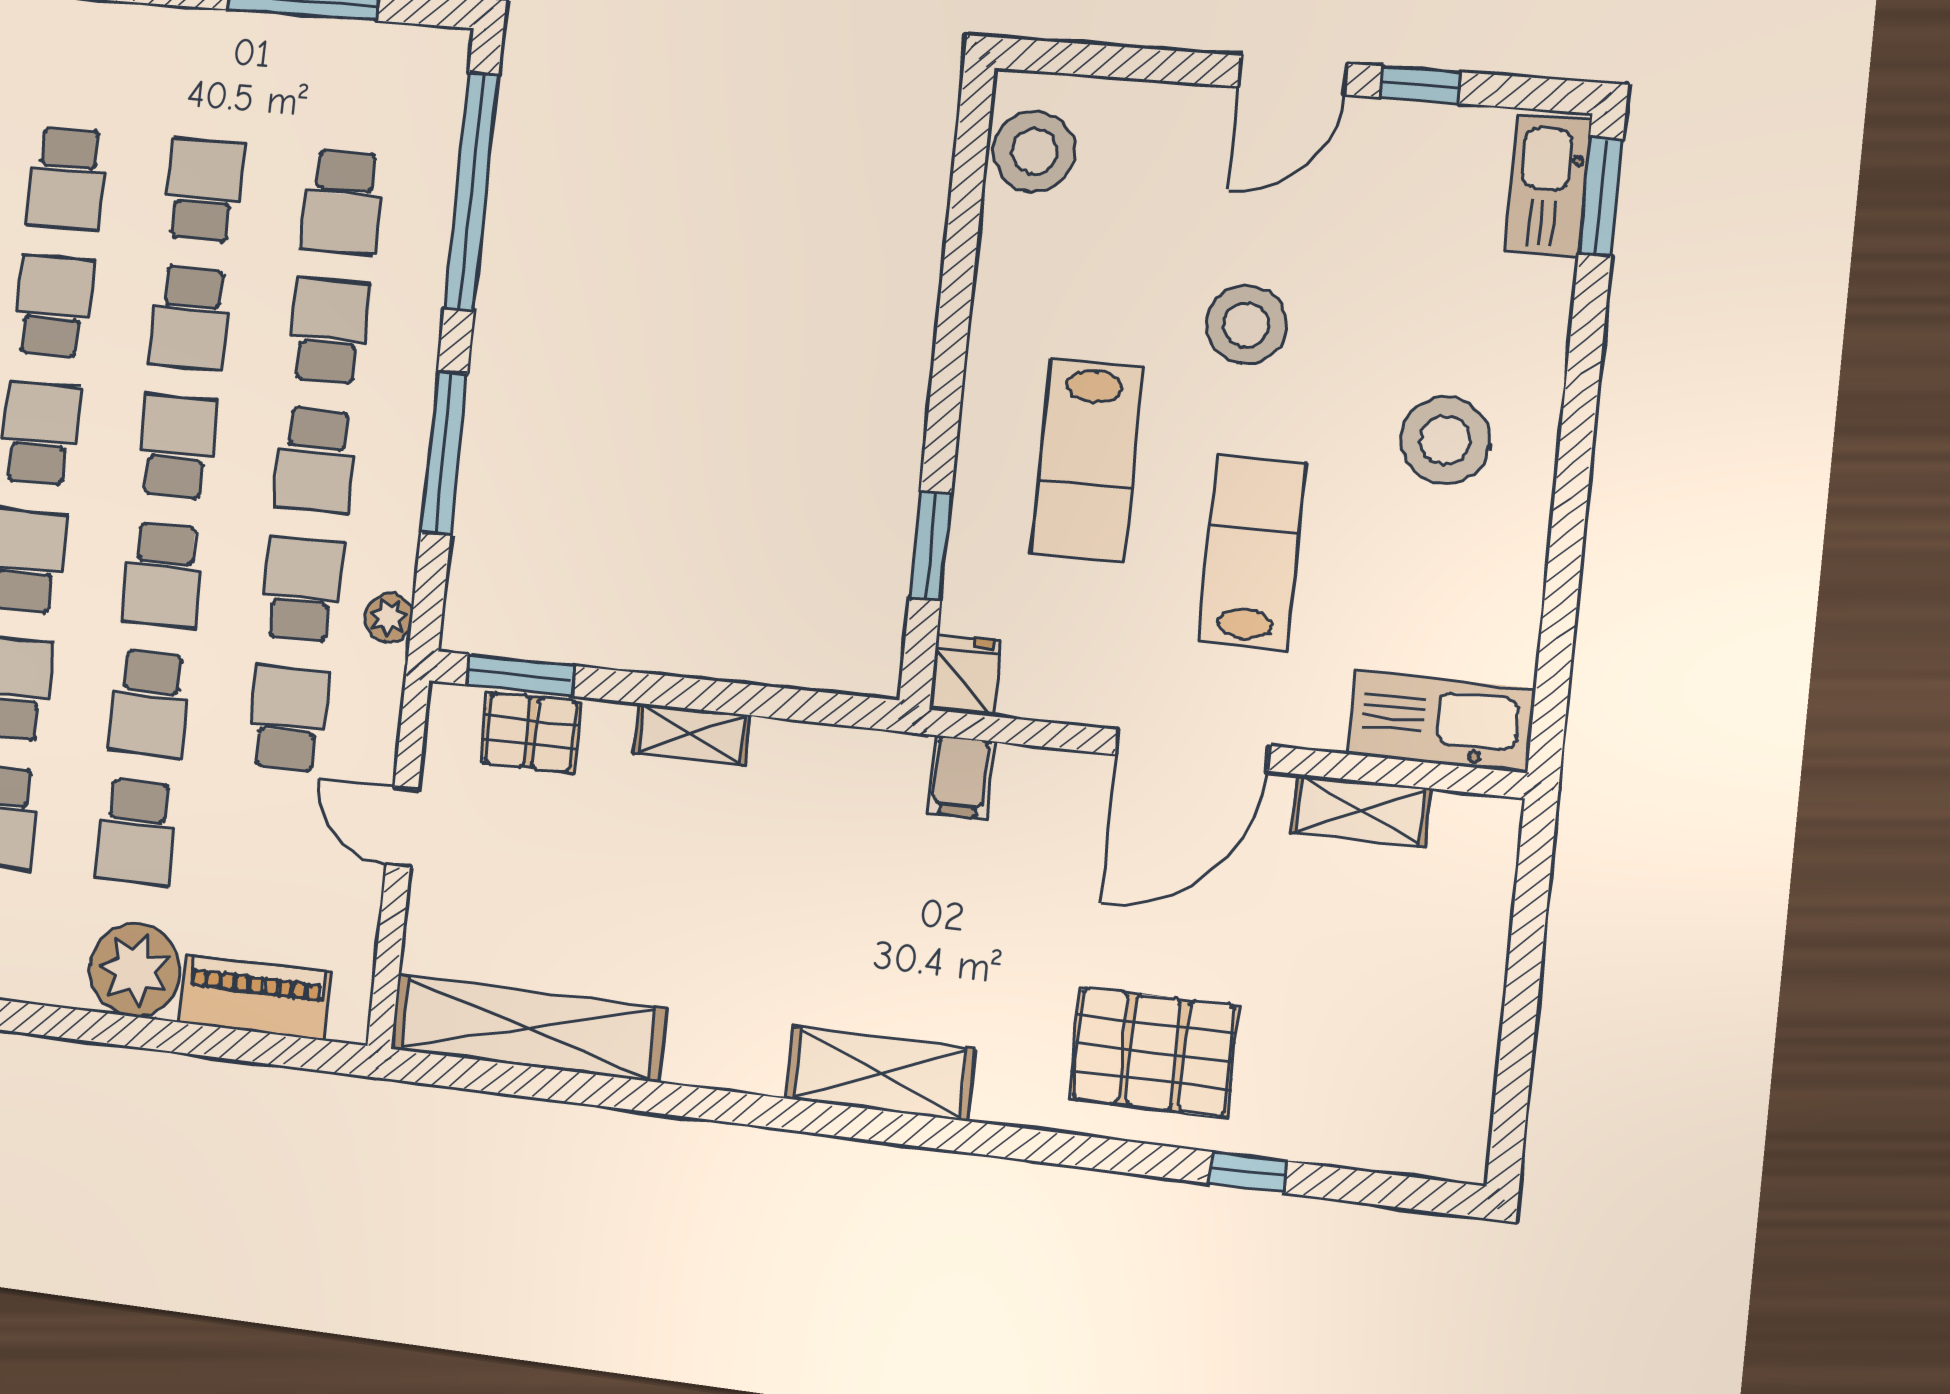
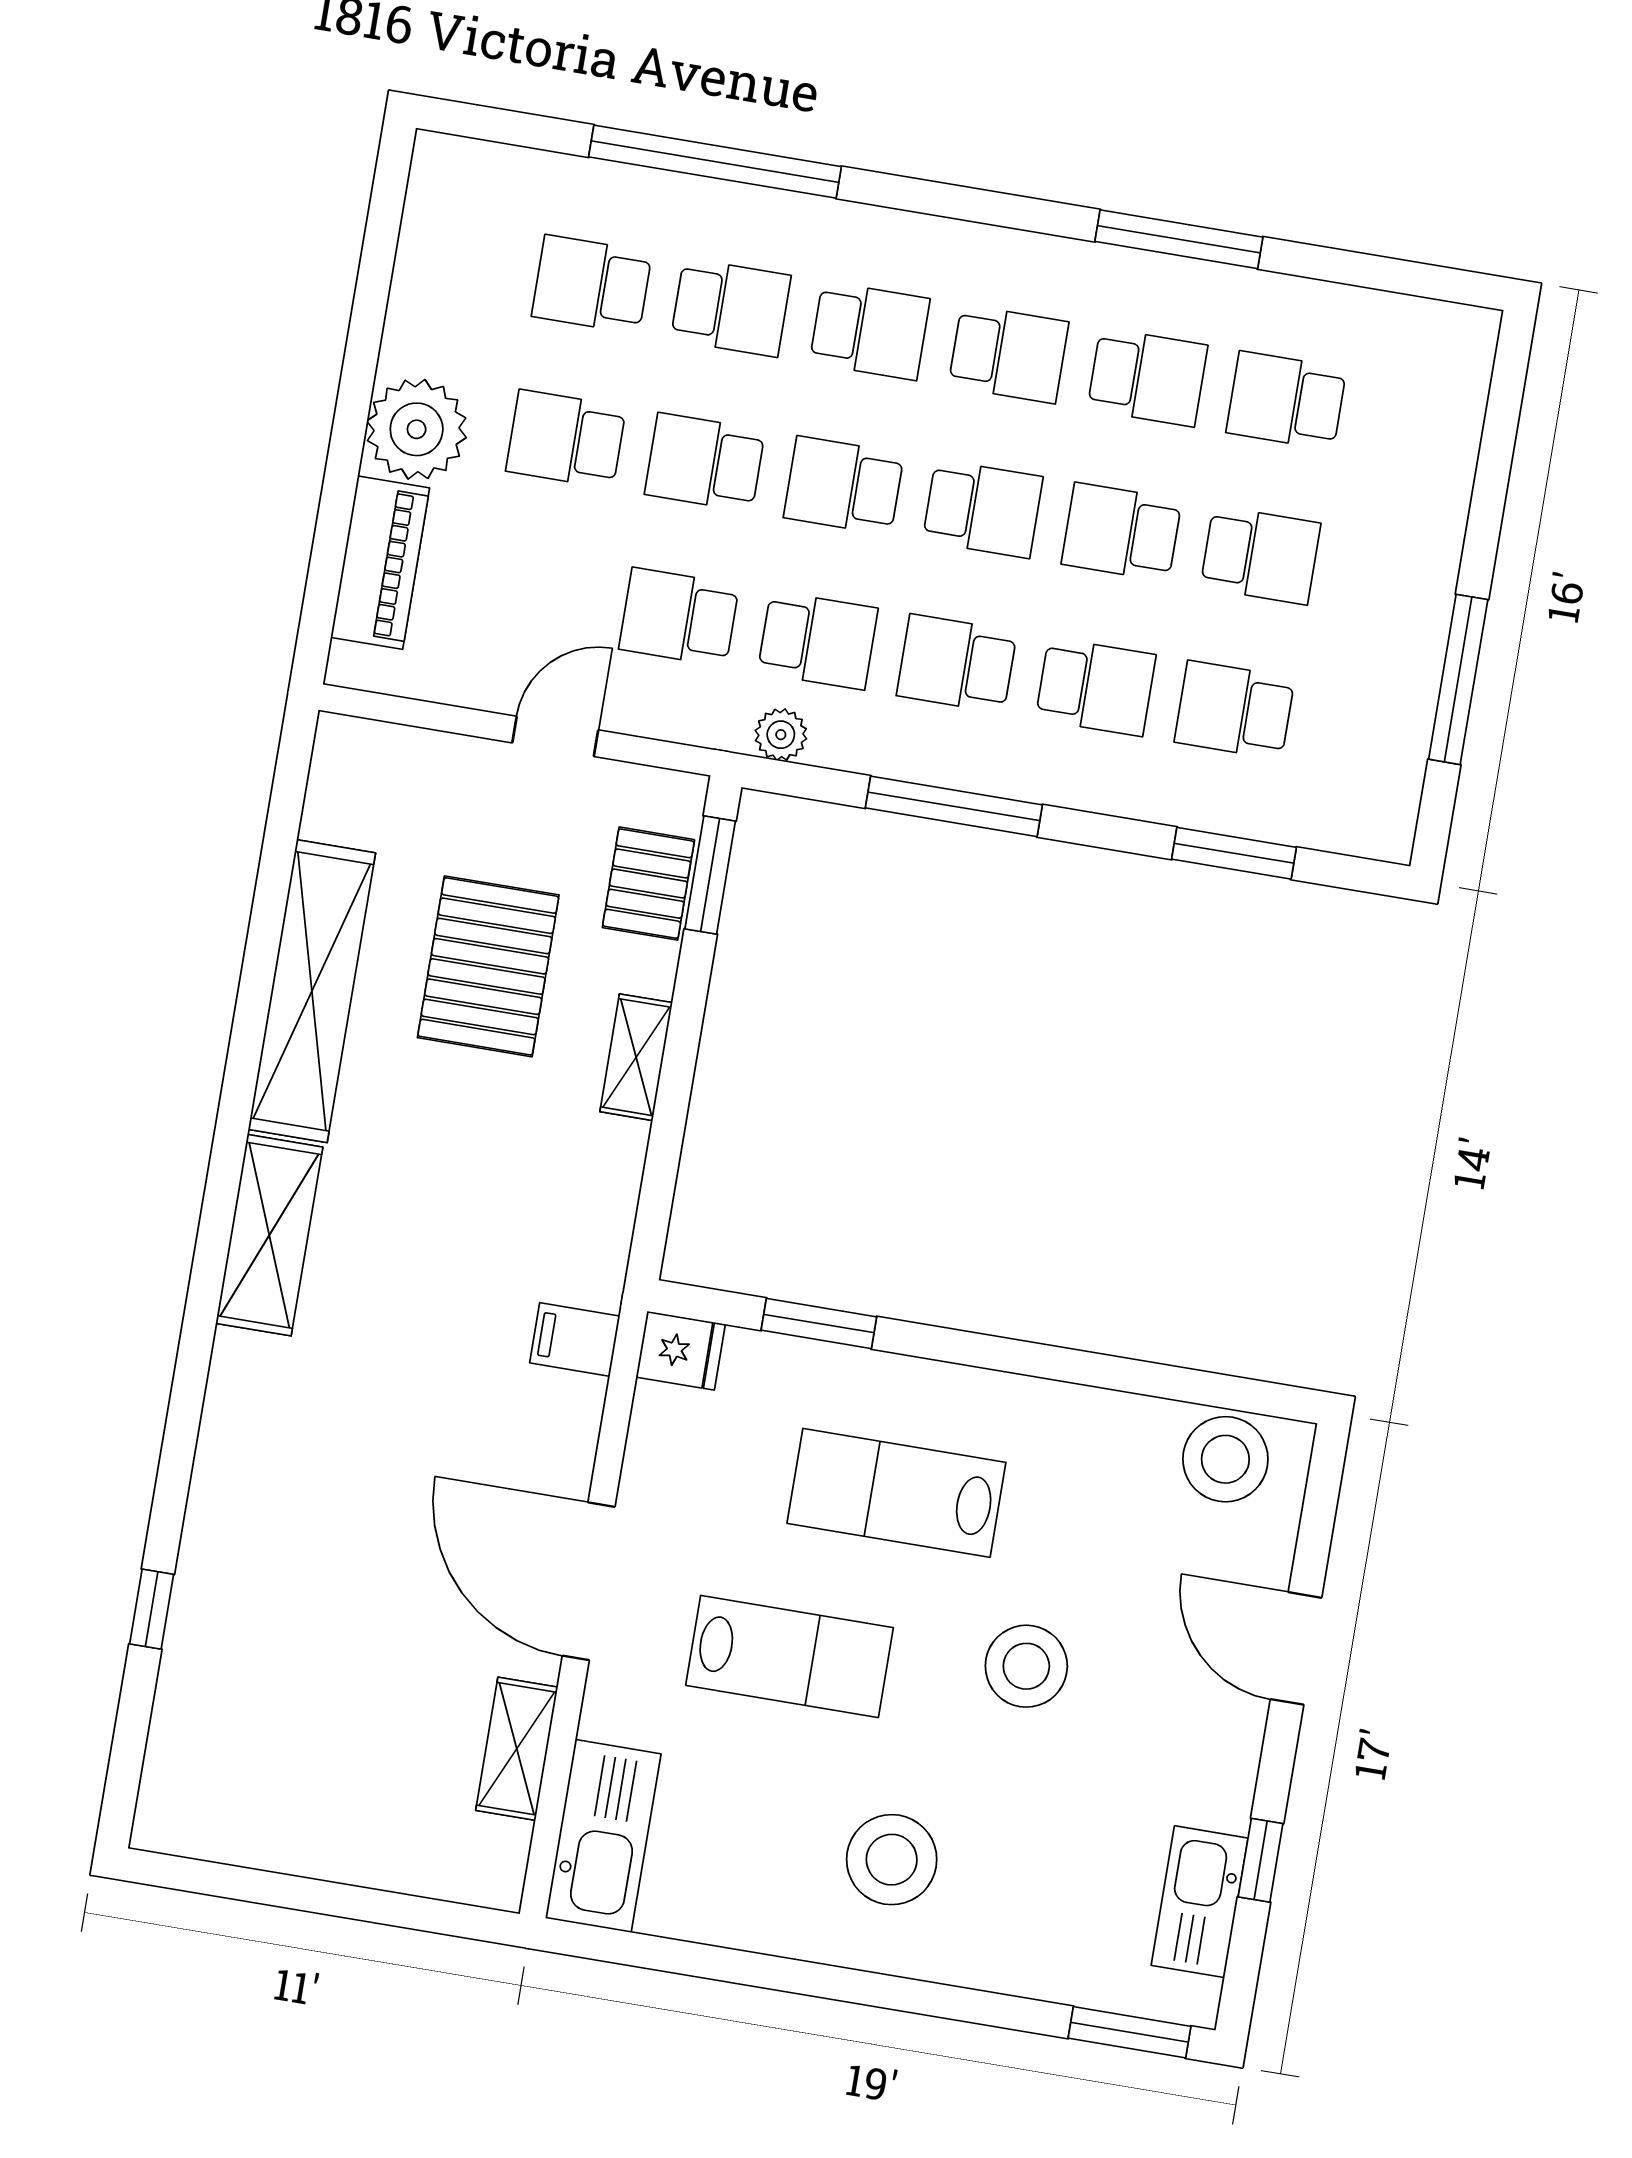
door: (1293, 75) -> (1296, 1648), moved
kitchen sink: (1548, 186) -> (1200, 1902), moved, turned -90
window: (471, 191) -> (1234, 853), width x0.47
school desk: (288, 719) -> (679, 617), turned 180
shelving: (528, 1028) -> (312, 991), moved
pallet: (1153, 1052) -> (488, 966), moved

